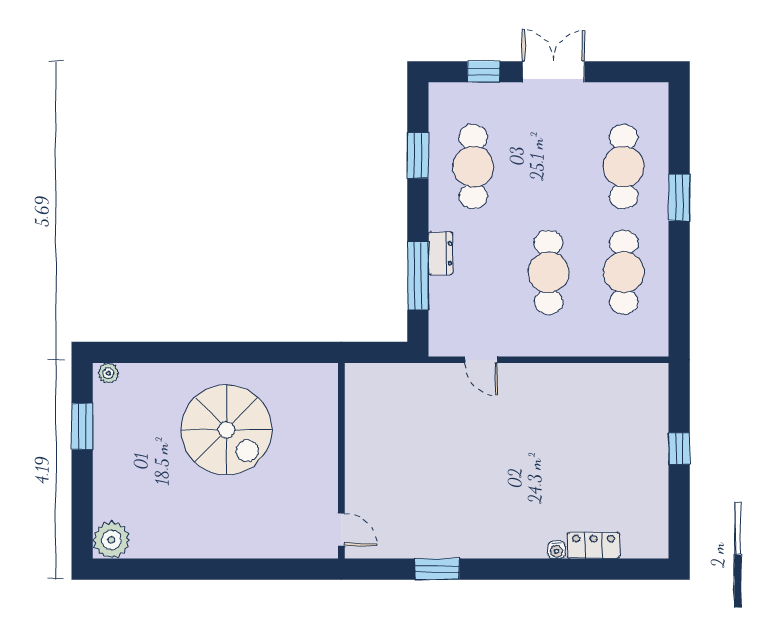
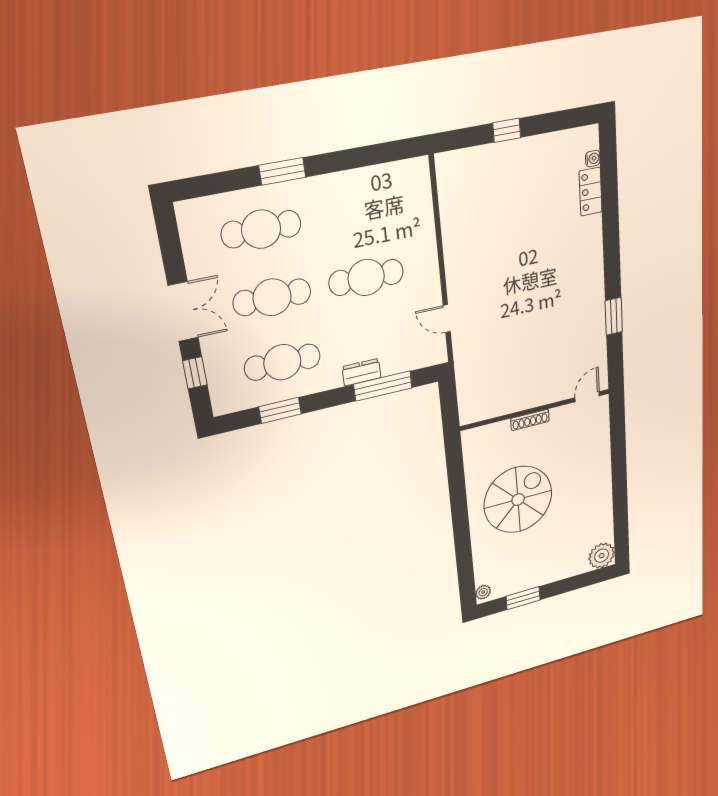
double door: (553, 72) -> (183, 312), swing flipped
cafe table: (624, 272) -> (272, 297), moved
door: (481, 360) -> (447, 319), swing flipped
shoe rack: (330, 453) -> (530, 420), added
water cooler: (556, 550) -> (593, 159), moved

